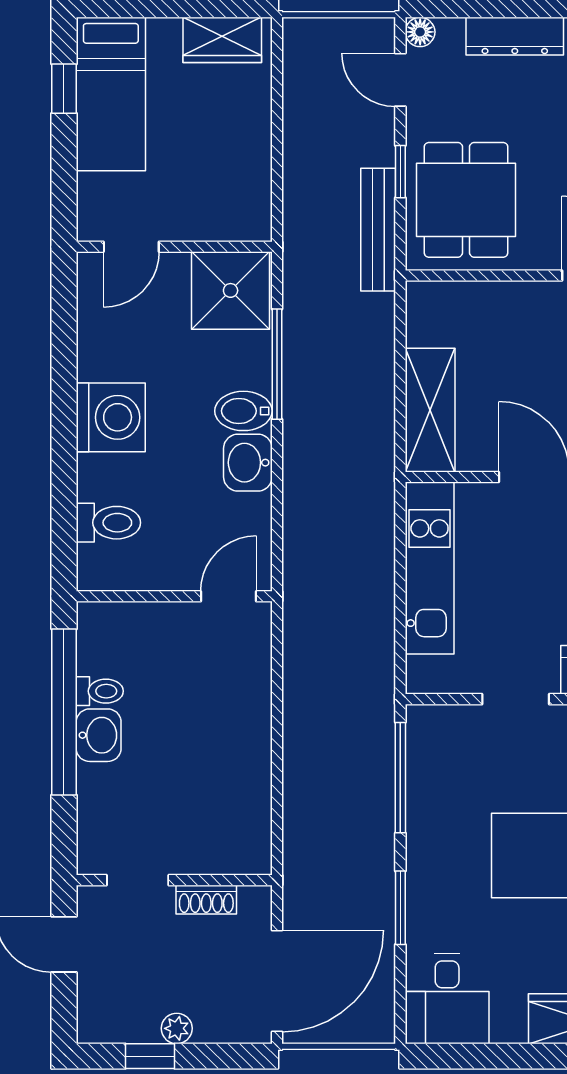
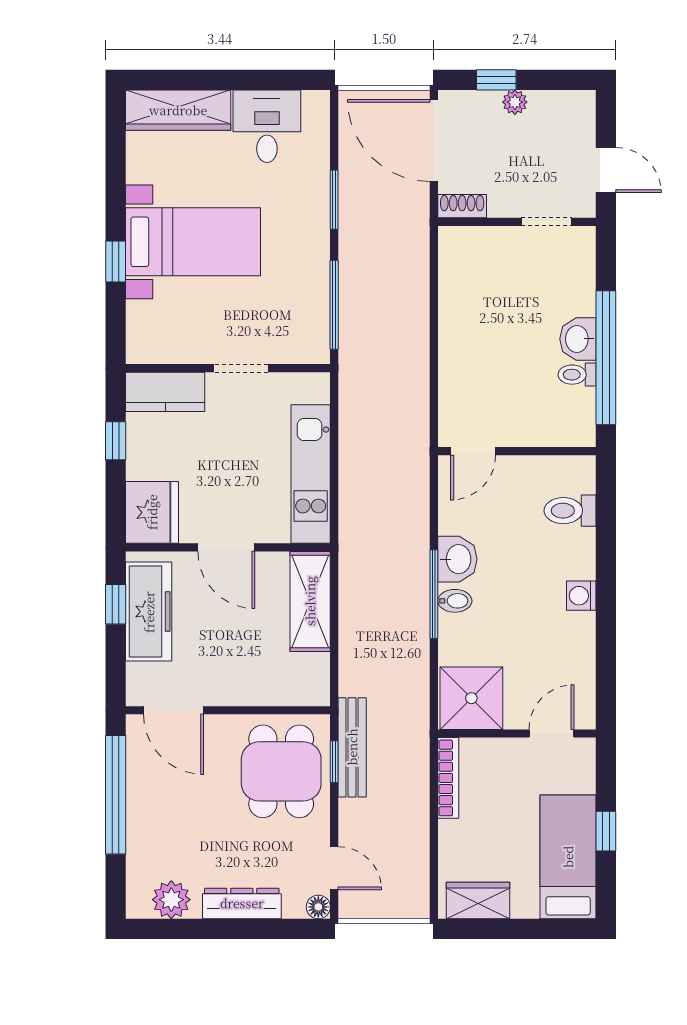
window: (64, 89) -> (606, 831), moved
window: (400, 172) -> (334, 762), moved
bookcase: (259, 192) -> (448, 778), added
window: (277, 364) -> (434, 594), moved
bidet: (243, 411) -> (455, 601), width x0.72, depth x0.74
washing machine: (111, 417) -> (581, 596), width x0.53, depth x0.53
shoe rack: (206, 900) -> (462, 206), moved
door: (277, 981) -> (434, 140), hinge flipped
desk: (447, 999) -> (267, 126), moved
window: (150, 1056) -> (496, 80), moved

